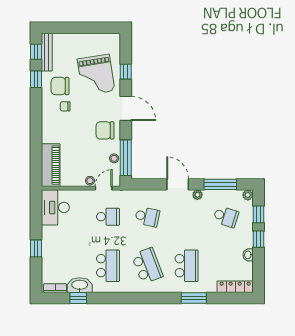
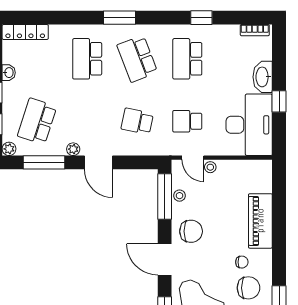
piano: (51, 165) -> (260, 221), moved
door: (104, 188) -> (193, 158), hinge flipped
desk: (55, 207) -> (249, 125), width x1.36, depth x1.30
school desk: (226, 217) -> (37, 121), width x1.85
window: (36, 248) -> (279, 101), moved
washbasin: (80, 285) -> (263, 77), moved, turned 90
window: (78, 298) -> (201, 18), moved
window: (194, 298) -> (120, 18), moved

